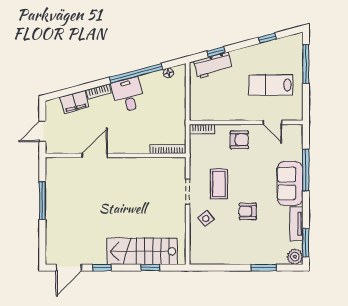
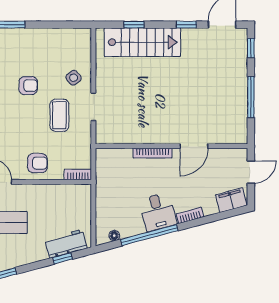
filing cabinet: (74, 102) -> (231, 200), moved
armchair: (239, 140) -> (37, 163), turned 180
bookcase: (168, 149) -> (153, 153), moved
window: (42, 246) -> (251, 48), added

